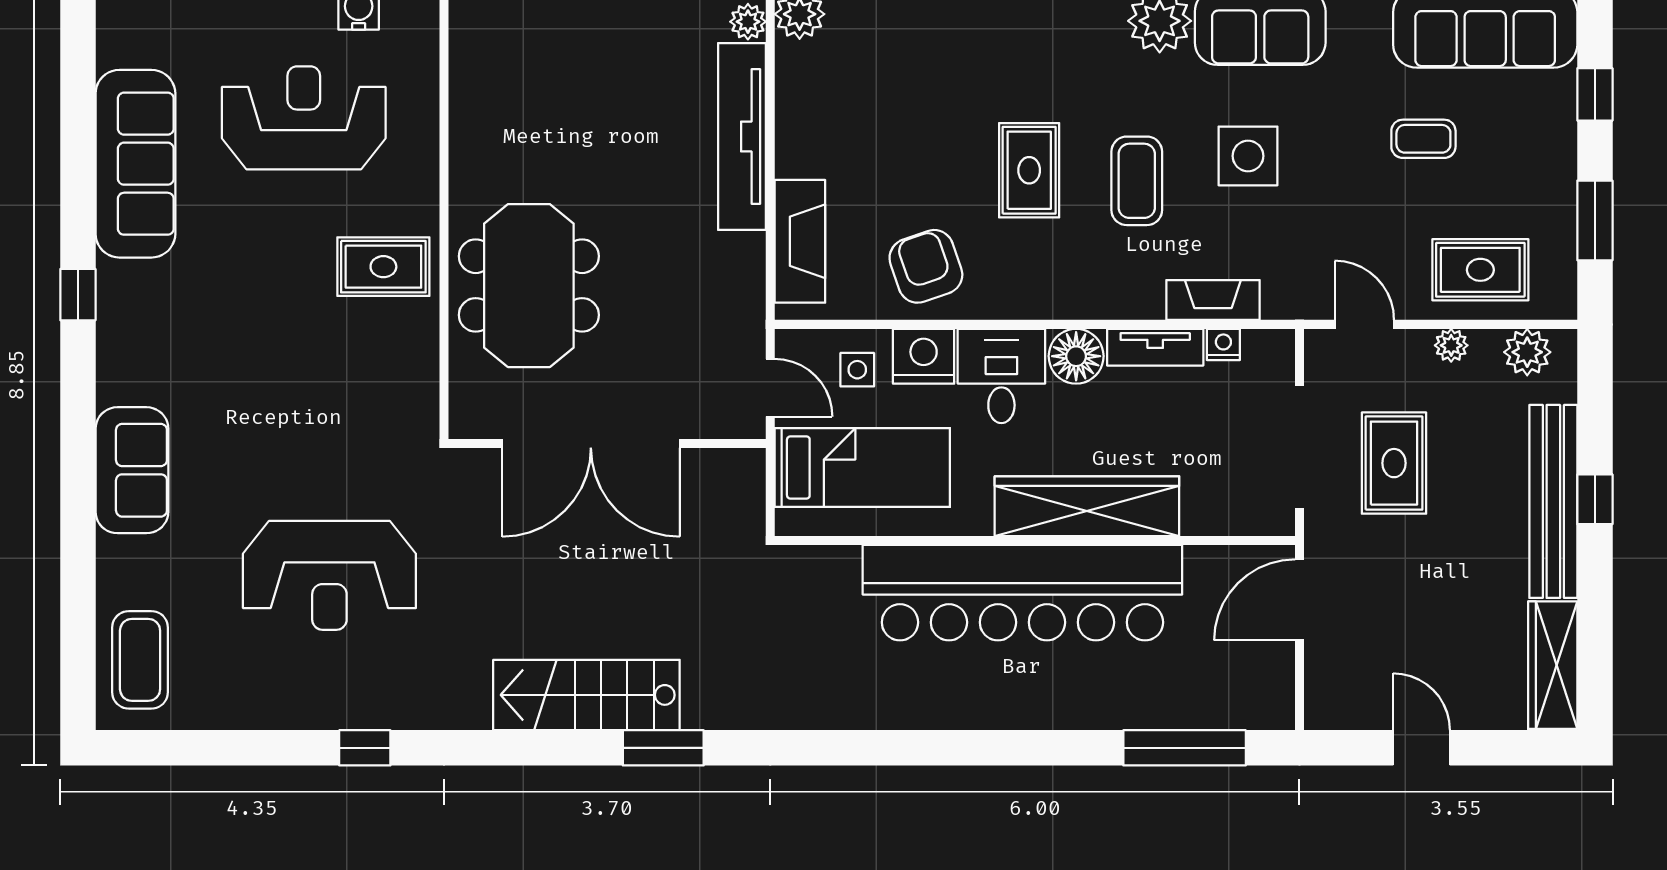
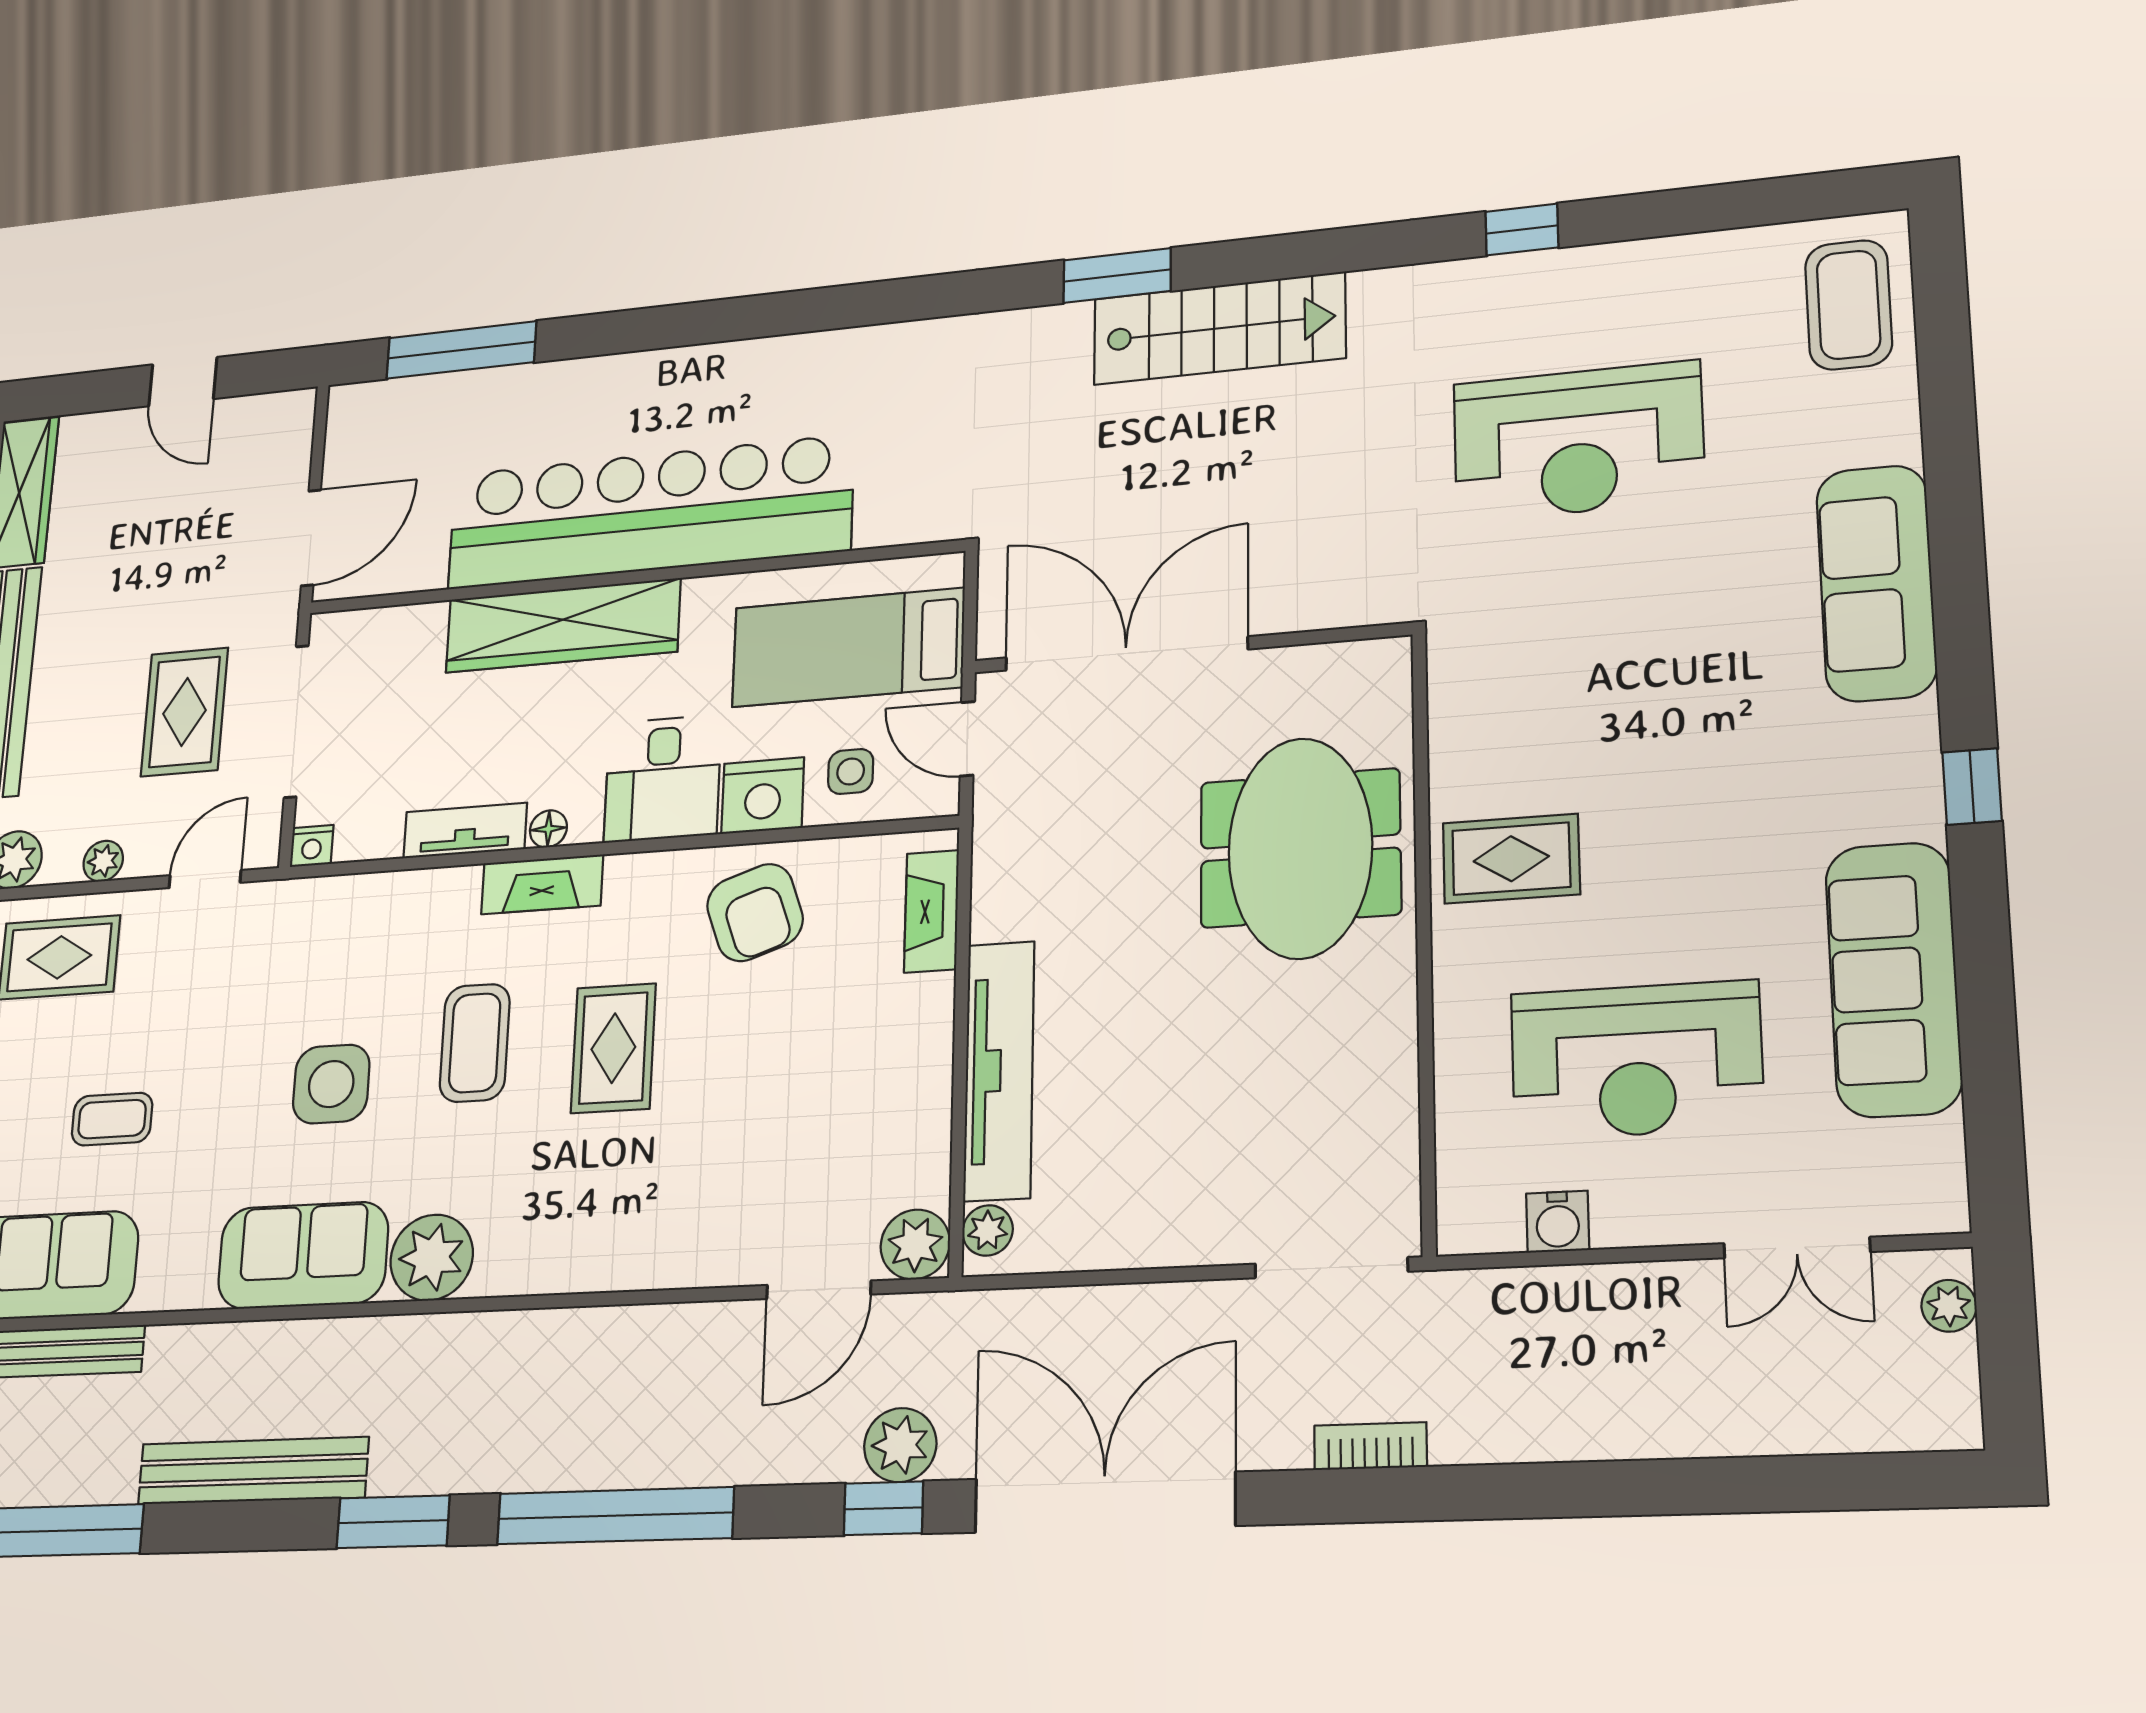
fireplace: (800, 241) -> (931, 911), width x0.73, depth x0.76
fireplace: (1213, 300) -> (542, 884), moved
door: (1364, 324) -> (205, 879), swing flipped
nightstand: (1223, 344) -> (312, 846), moved
floor lamp: (1076, 356) -> (548, 829), width x0.53, depth x0.53
double door: (591, 443) -> (1126, 654), moved
sofa: (132, 470) -> (1876, 583), width x1.36
reception desk: (329, 575) -> (1578, 441), turned 180

